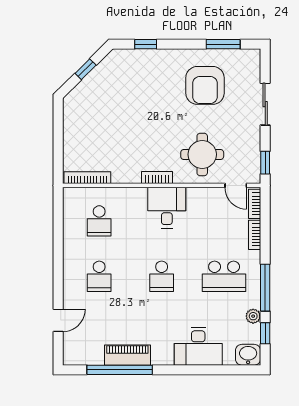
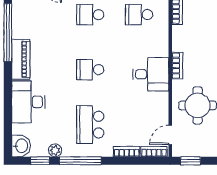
piano: (127, 355) -> (21, 59), moved

